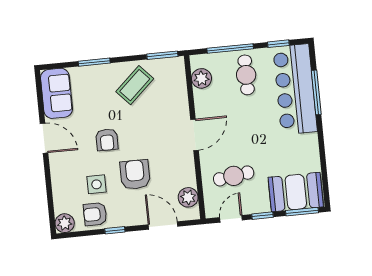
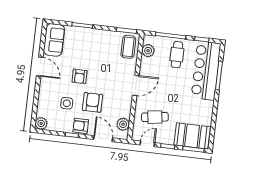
coffee table: (135, 85) -> (128, 47), moved, turned -47
armchair: (95, 214) -> (81, 126), moved

